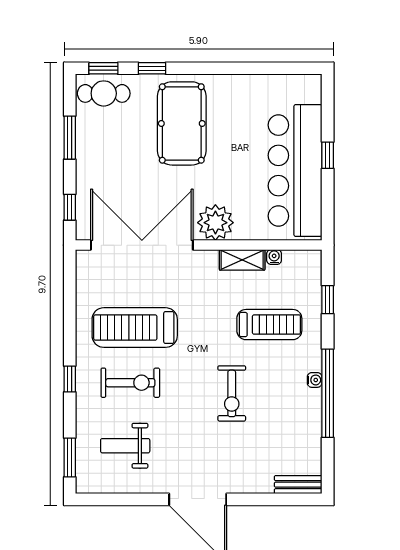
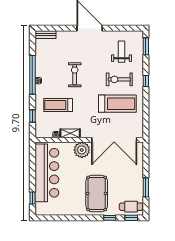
window: (328, 155) -> (32, 198), moved
window: (70, 207) -> (146, 157), removed
weight bench: (125, 446) -> (122, 52), turned -90

